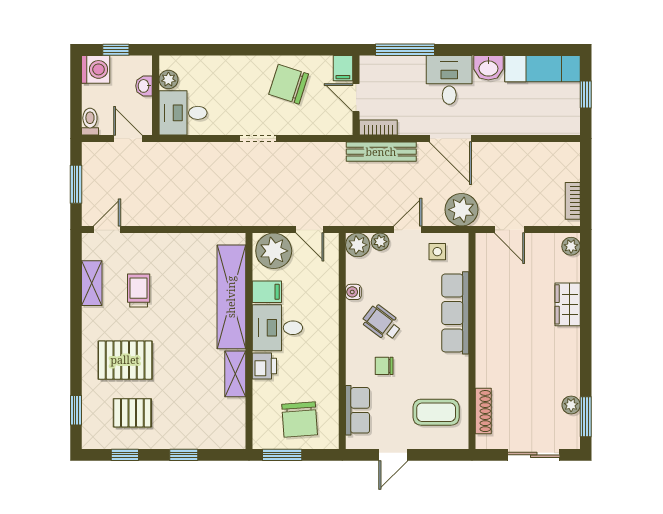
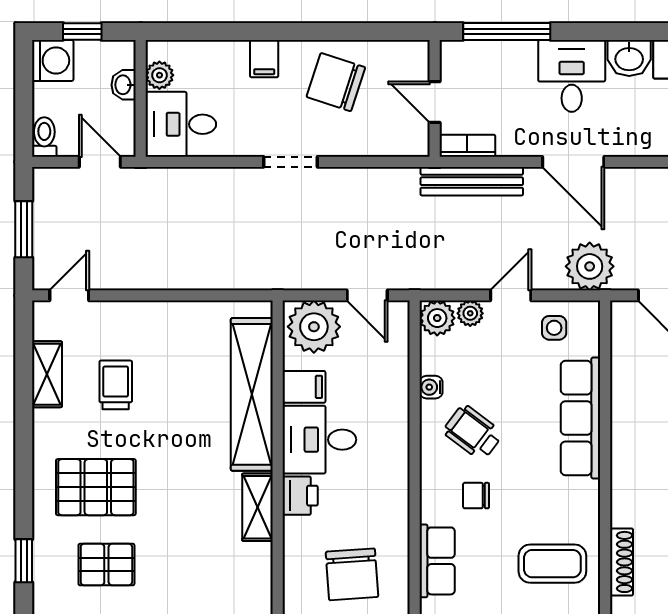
filing cabinet: (343, 68) -> (264, 59), moved

